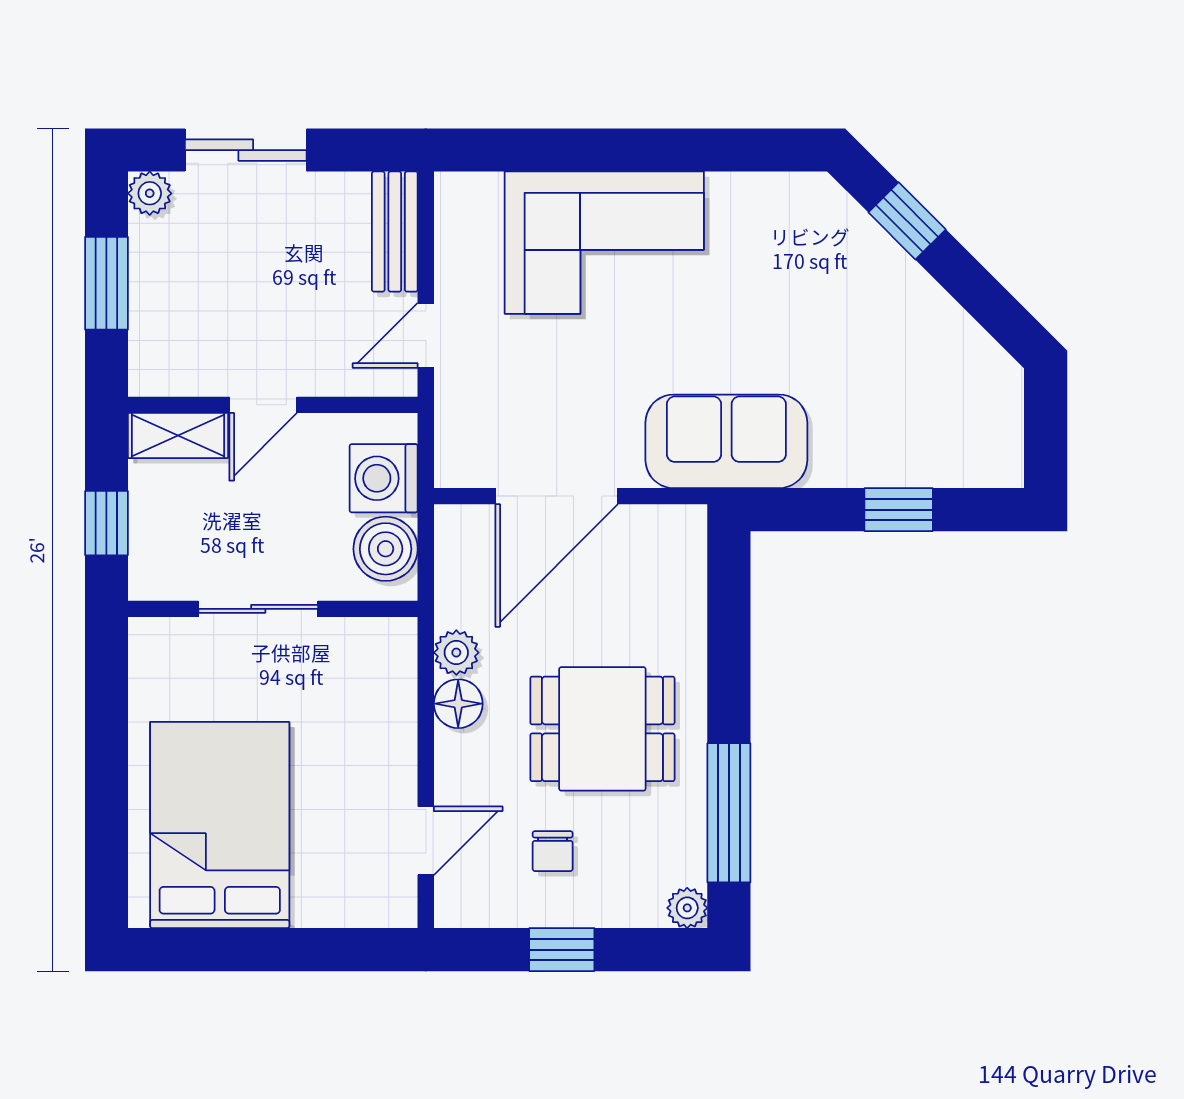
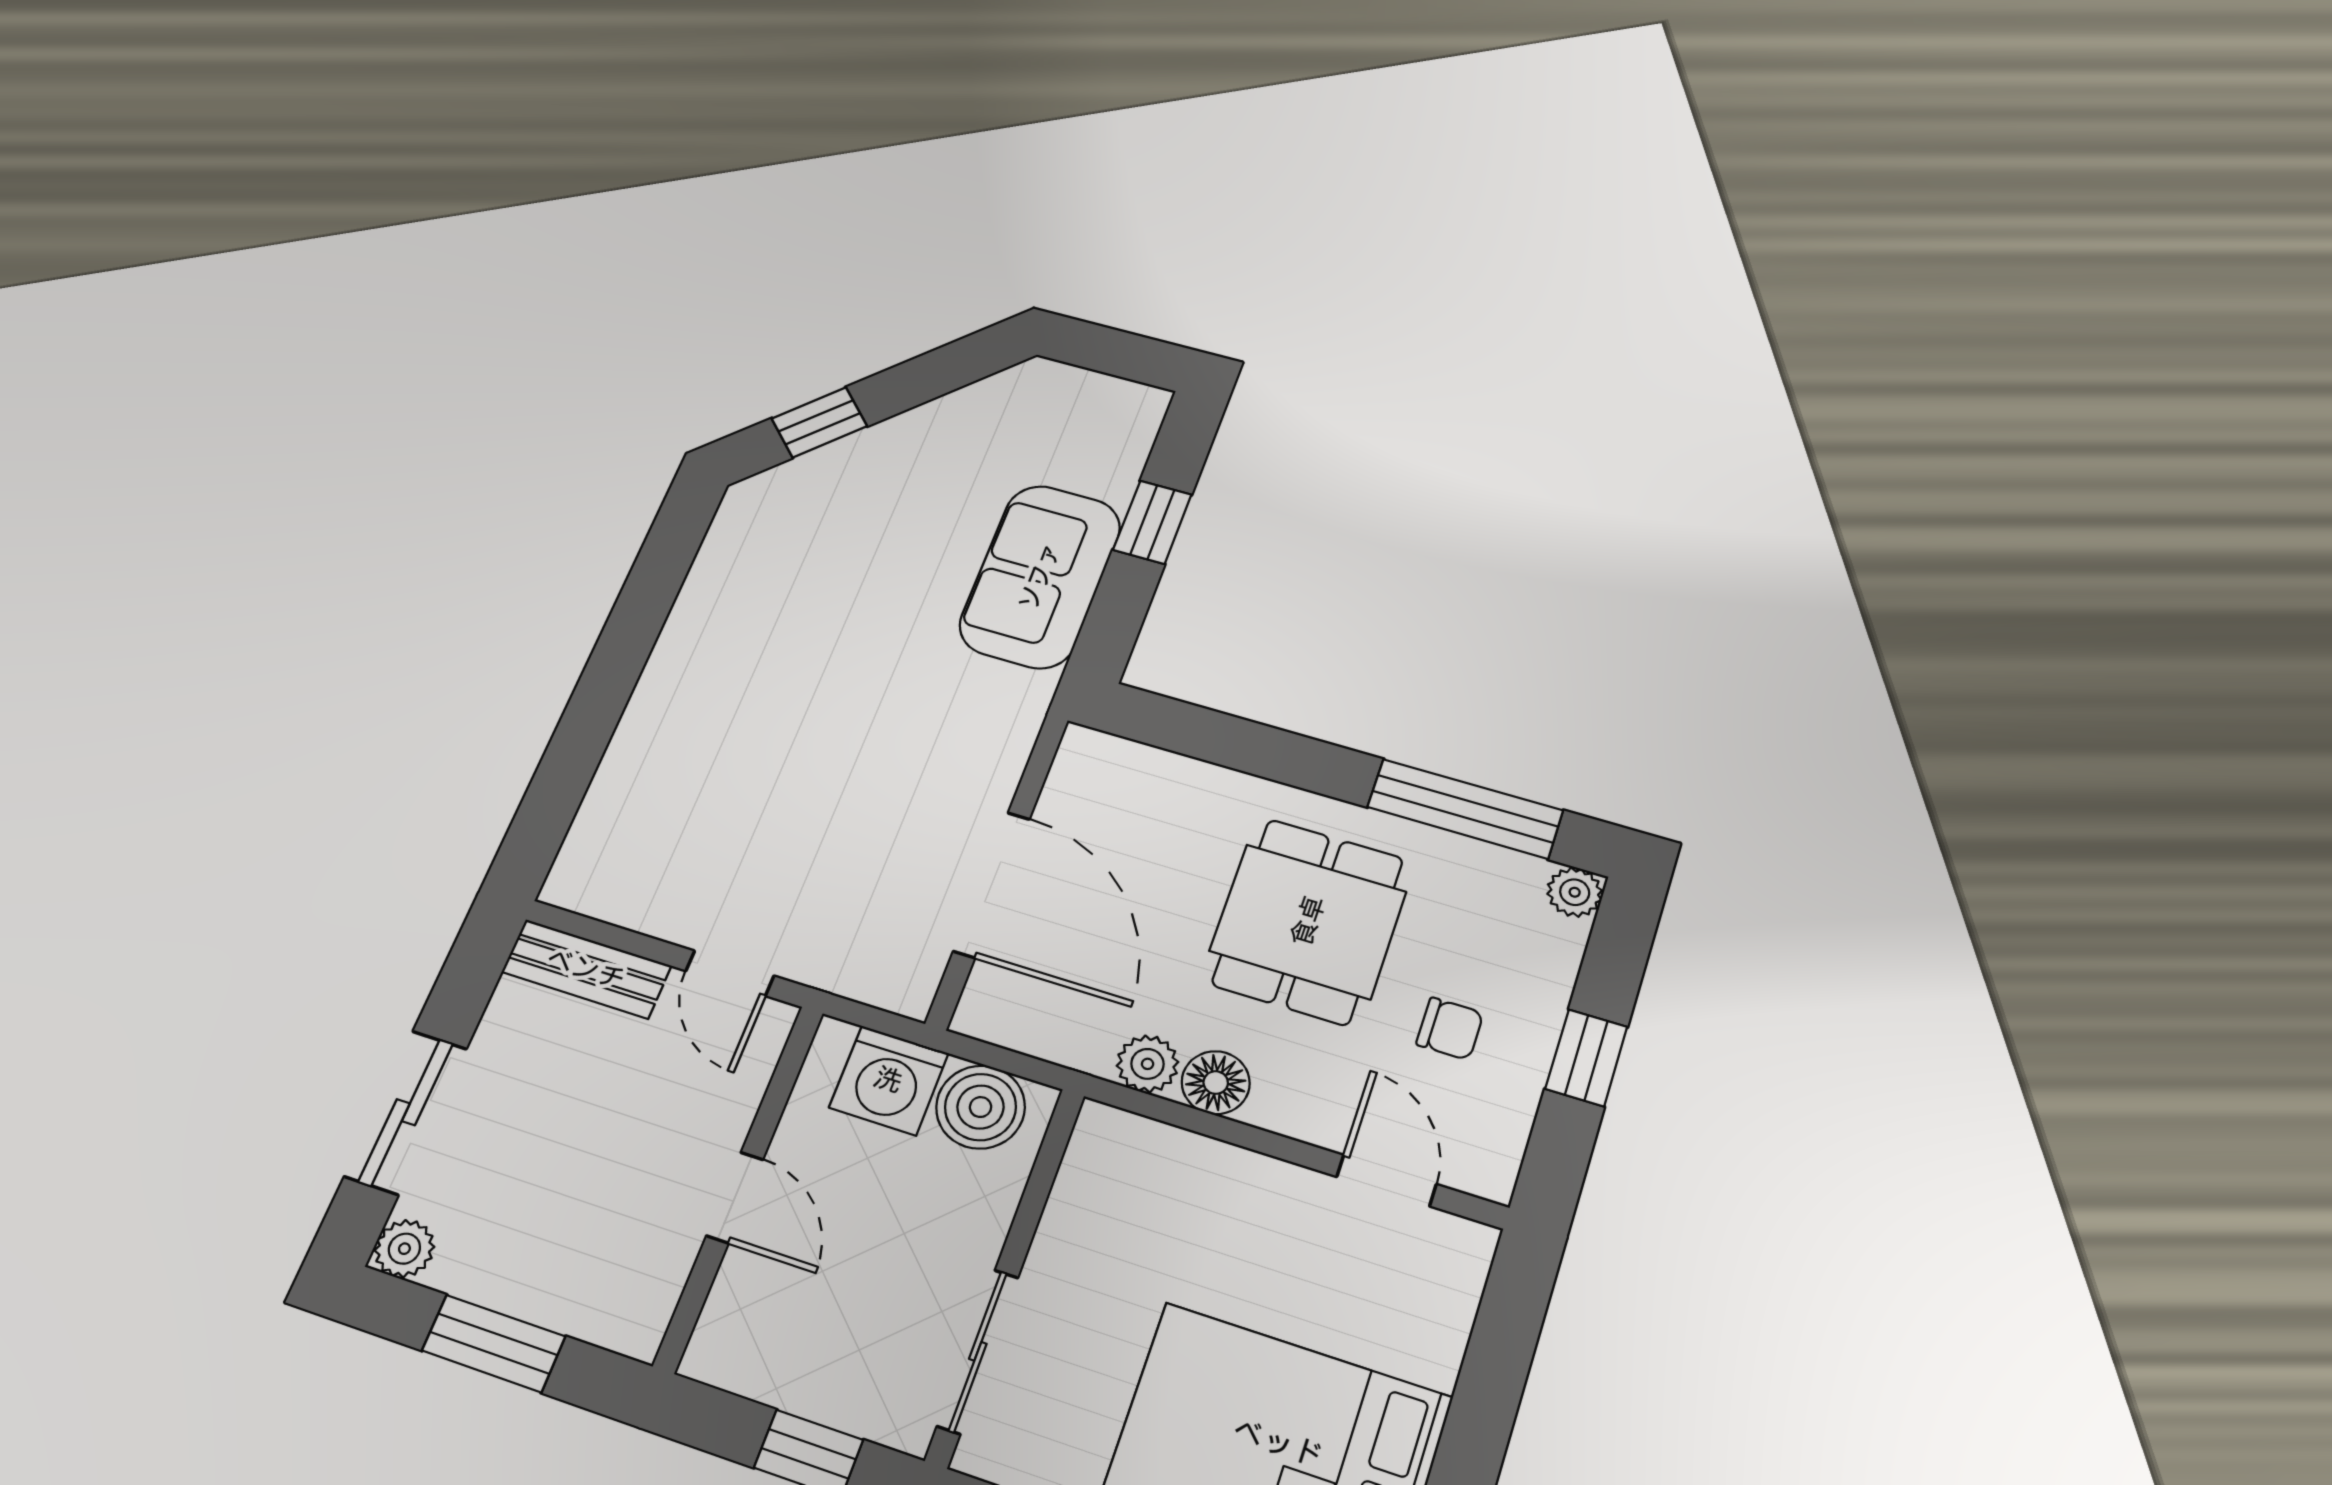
corner sofa: (604, 243) -> (705, 739), removed
shelving: (178, 436) -> (730, 1319), removed
sofa: (726, 441) -> (1040, 576), moved
sliding door: (258, 609) -> (978, 1351), moved

